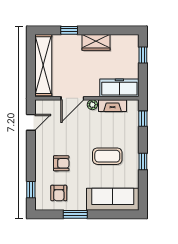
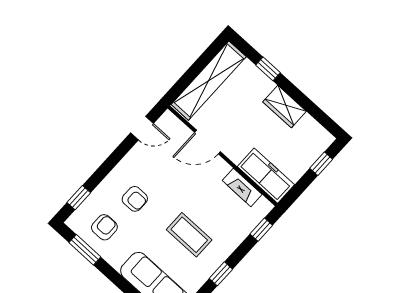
plant: (92, 105) -> (222, 168), removed
armchair: (59, 193) -> (104, 227), turned 180
window: (75, 214) -> (85, 250), moved

